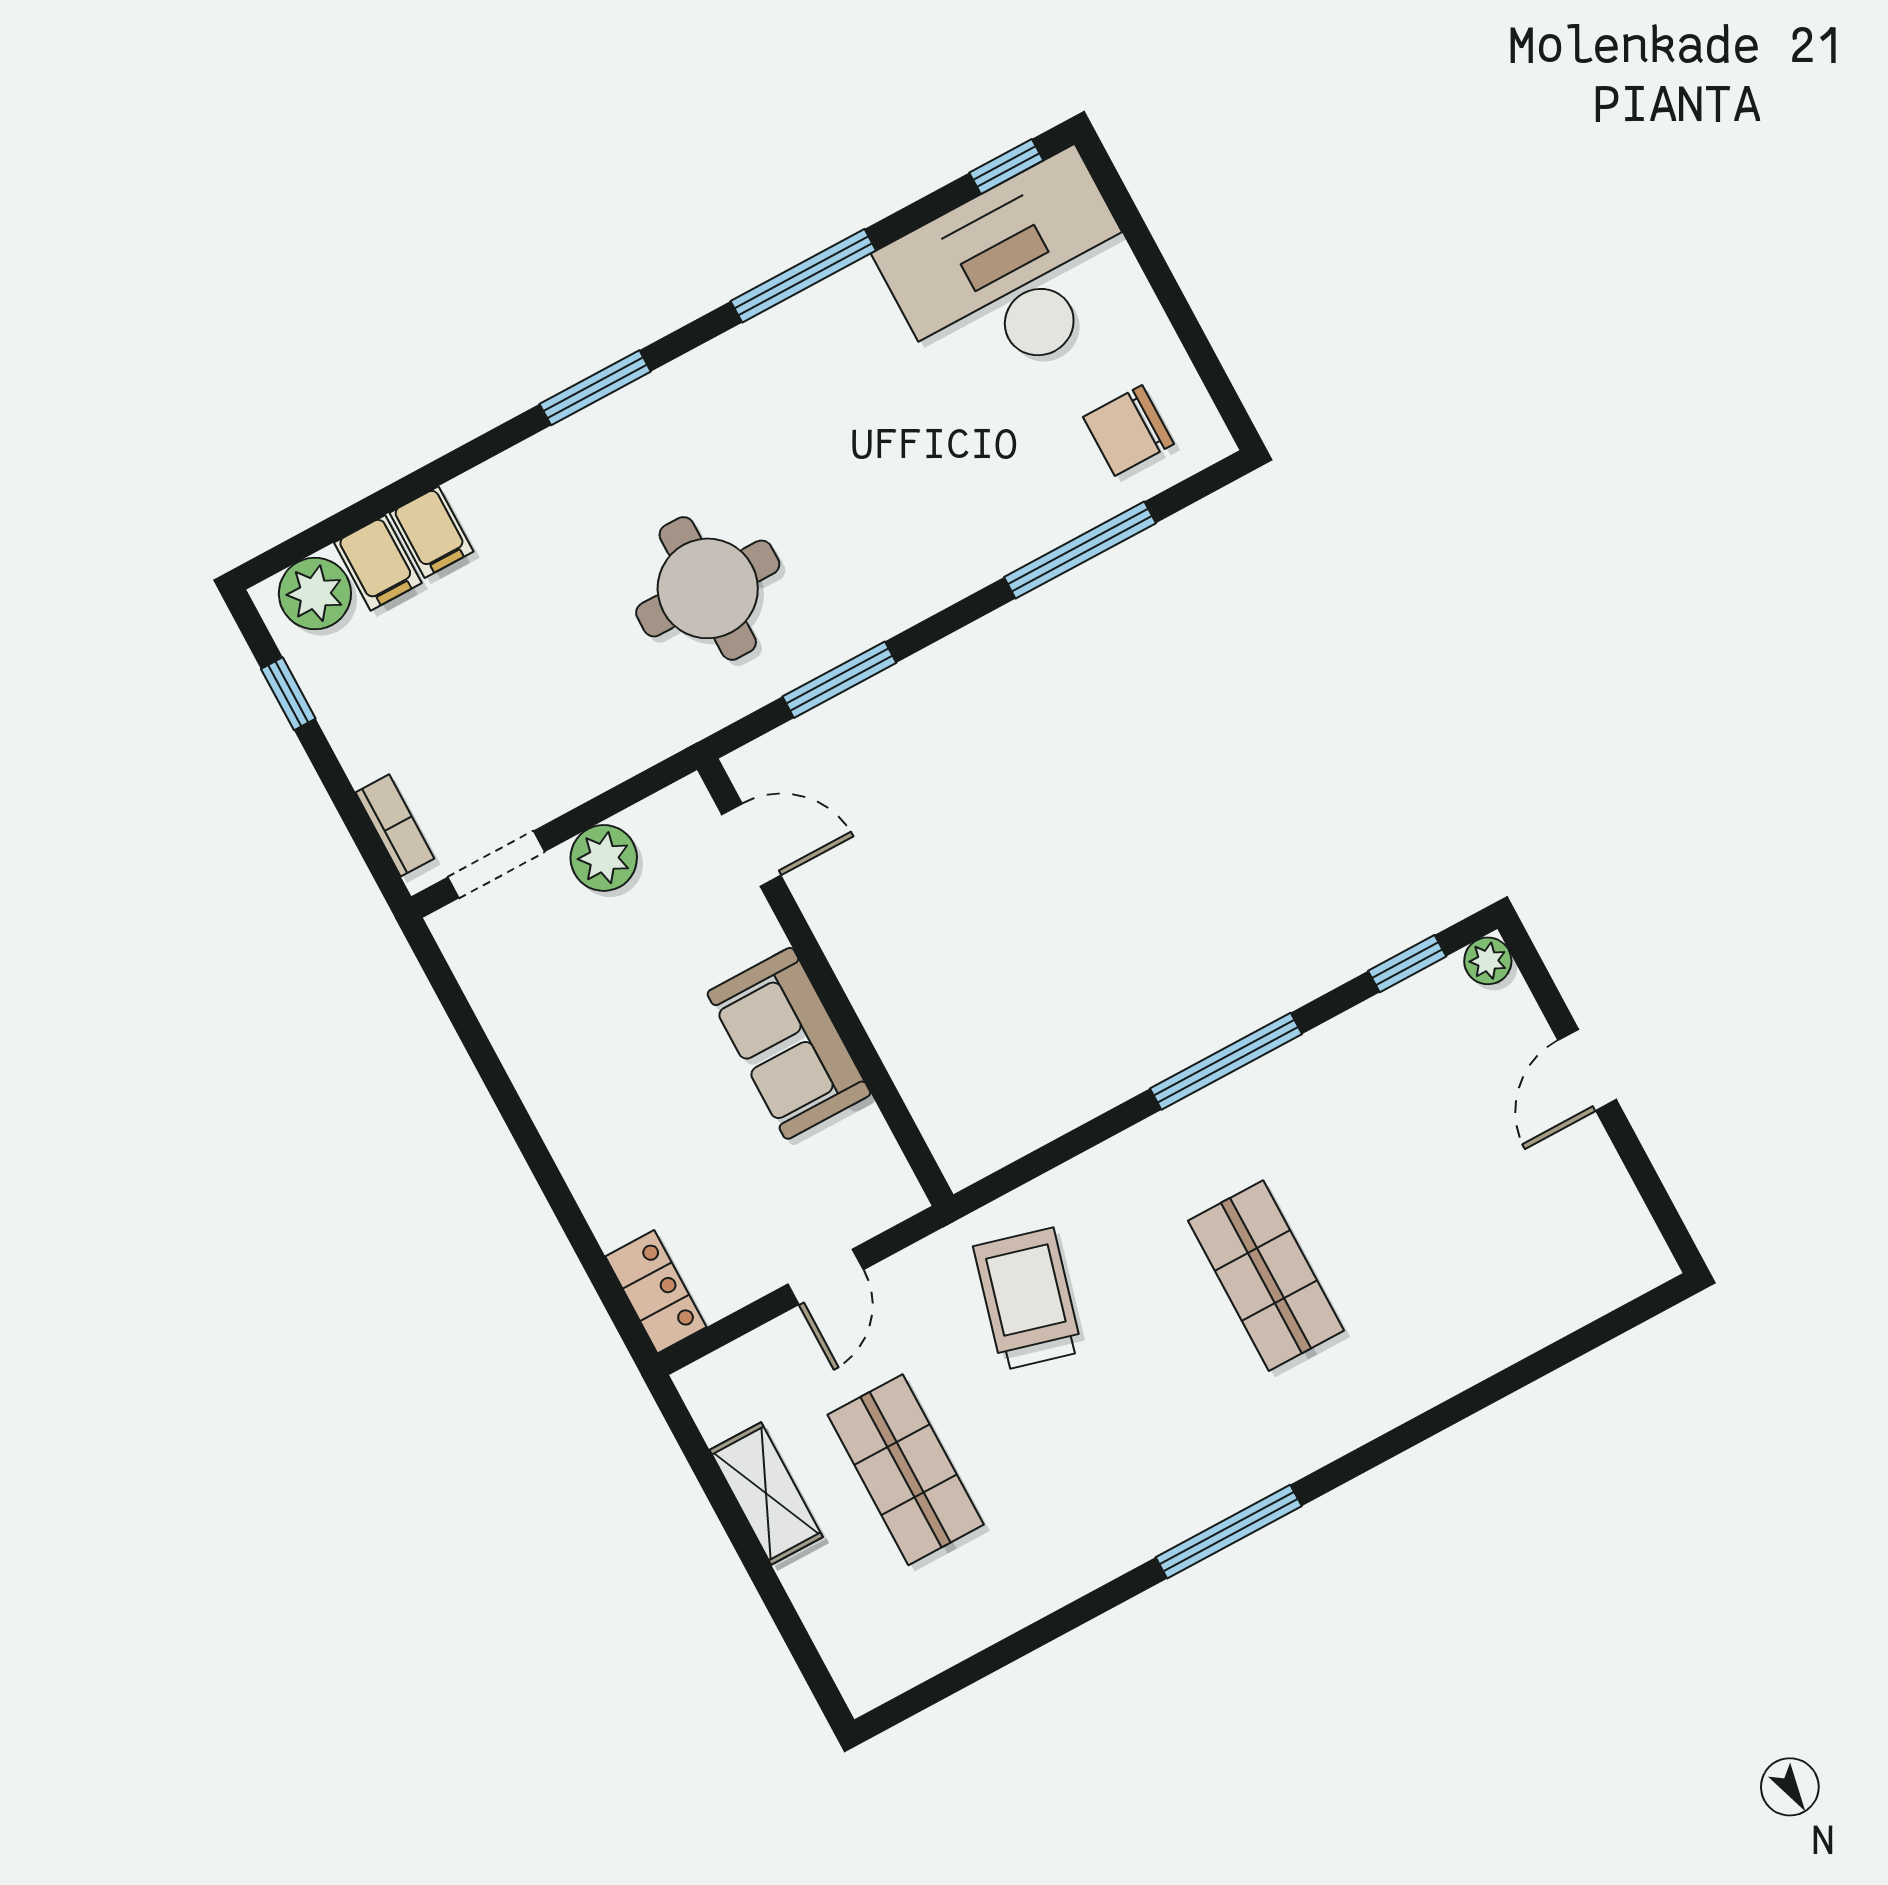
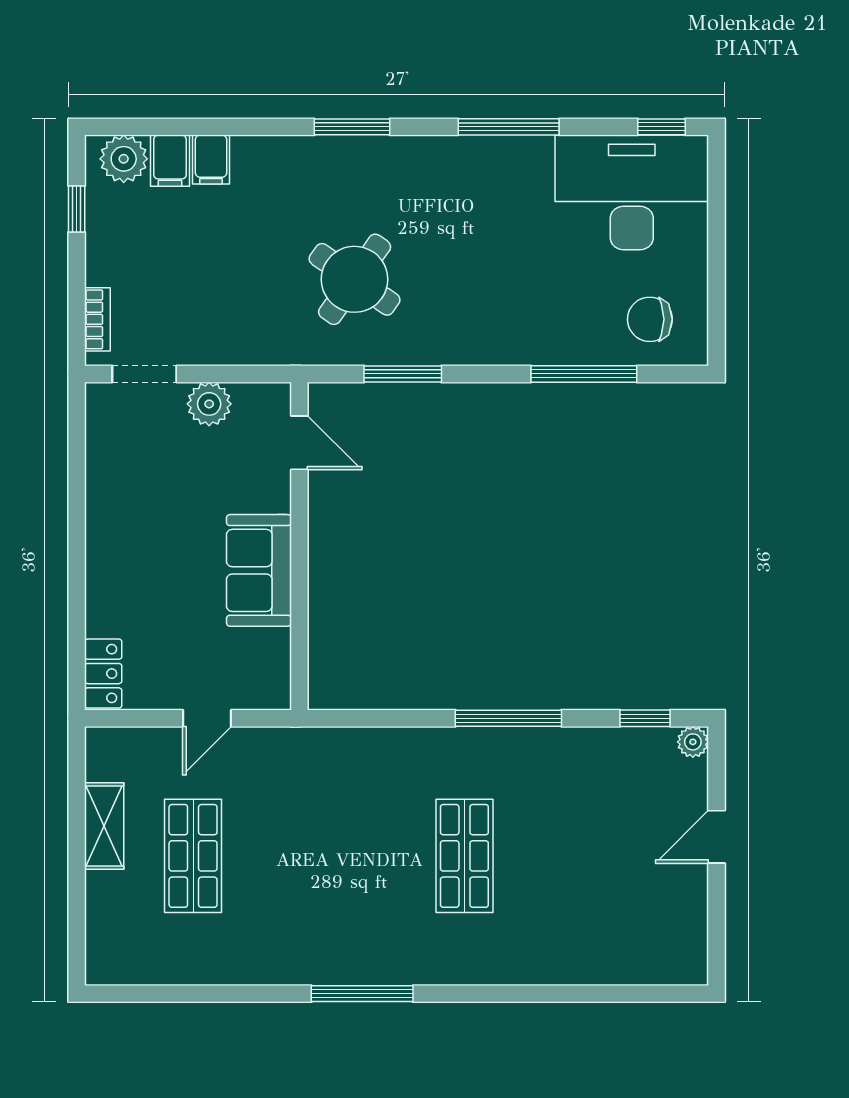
round table: (708, 588) -> (355, 279), turned 35
trolley: (1028, 1299) -> (318, 795), removed

